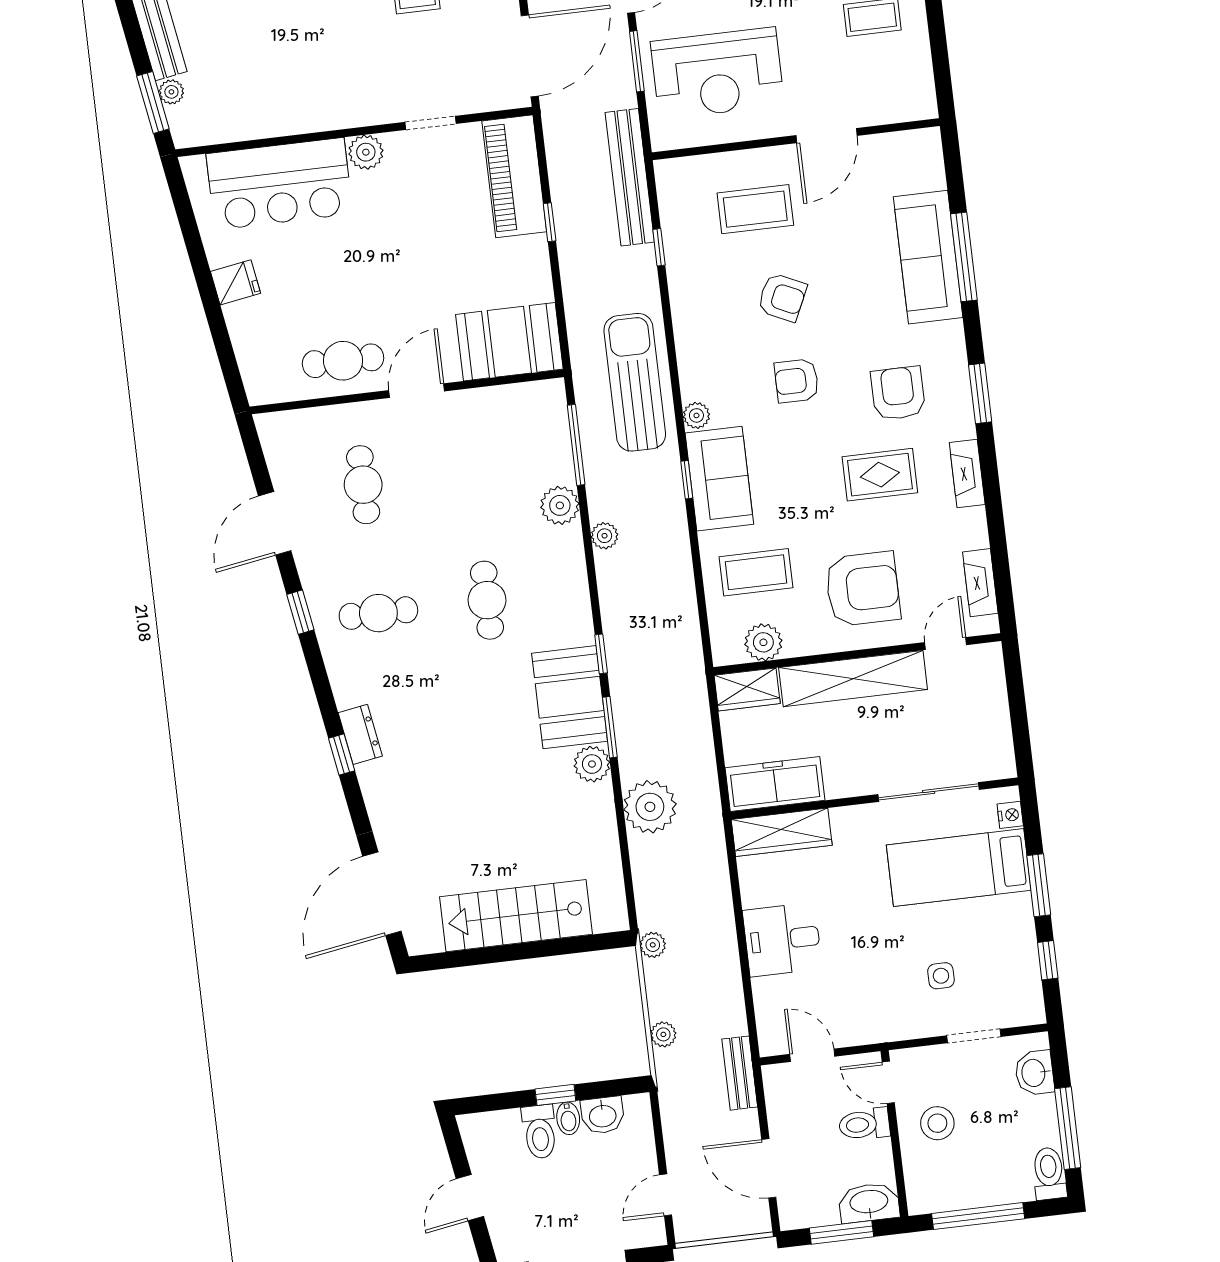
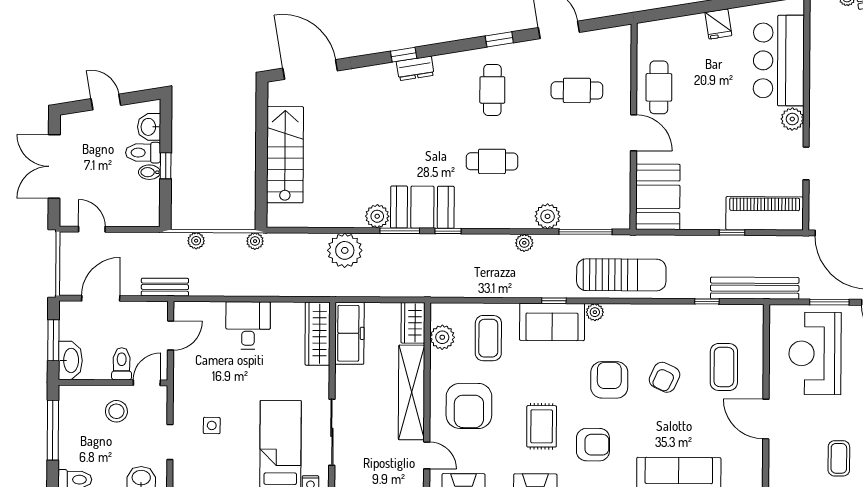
armchair: (797, 381) -> (609, 380), width x1.38, depth x1.38
washbasin: (603, 1115) -> (149, 127), moved

